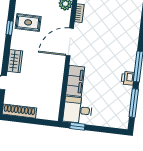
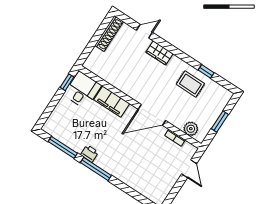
rug: (28, 22) -> (190, 84), turned 90
window: (10, 28) -> (206, 71), moved
door: (70, 42) -> (152, 115), swing flipped

